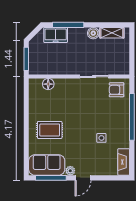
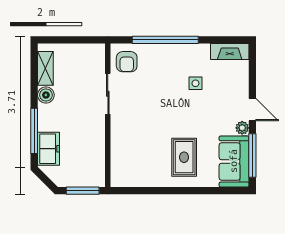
floor lamp: (48, 84) -> (119, 159), removed

